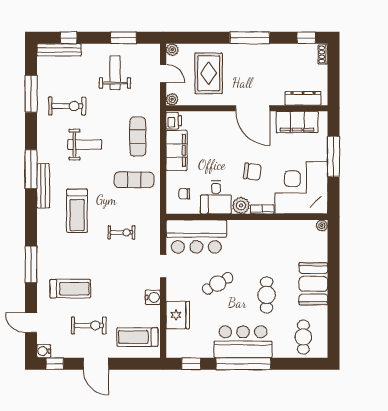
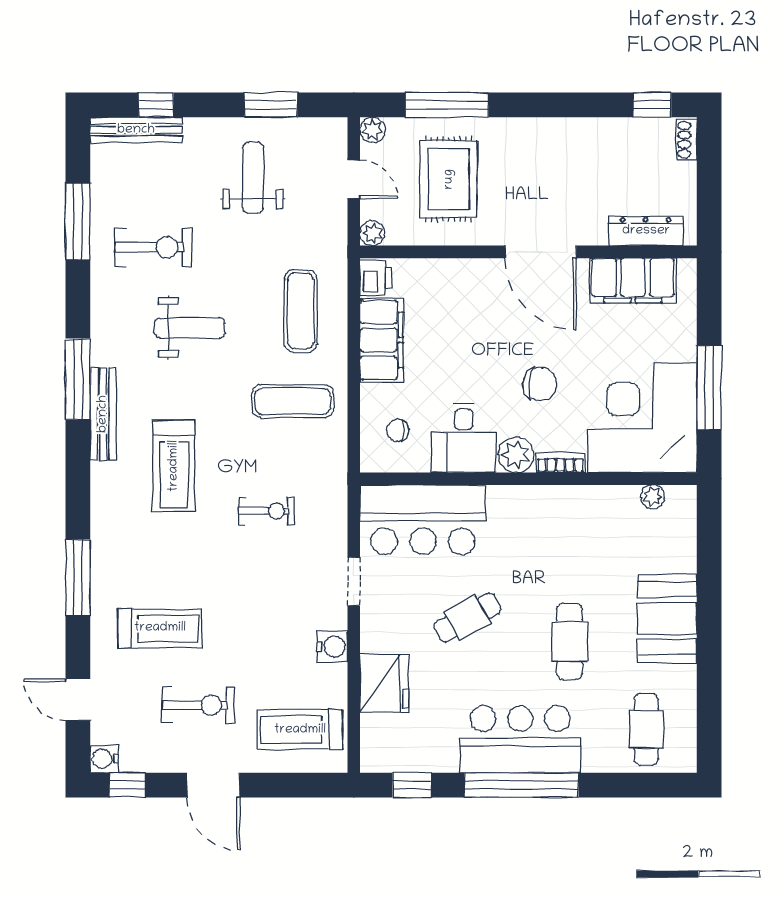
window: (250, 38) -> (447, 105), moved
window: (333, 156) -> (709, 388), moved
plant: (322, 226) -> (653, 497), moved

